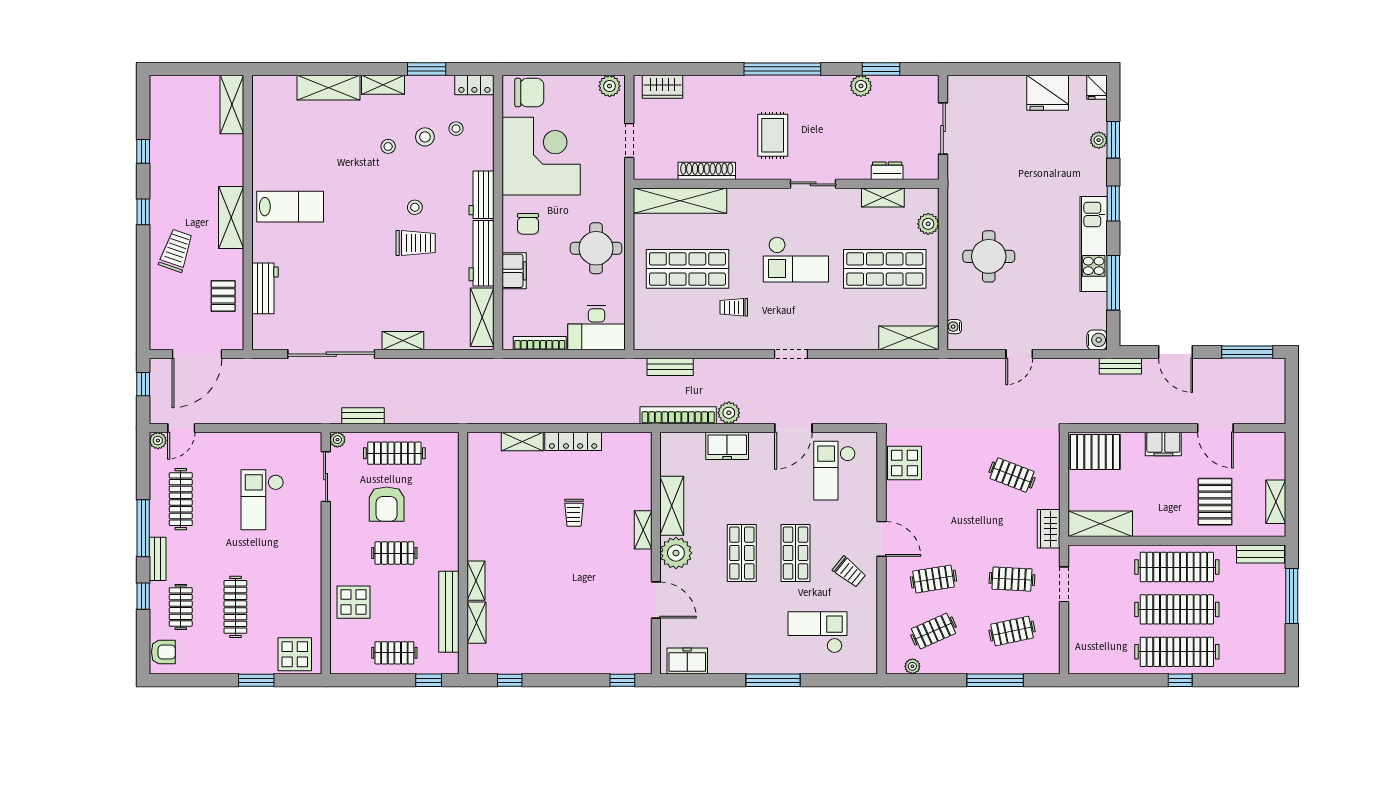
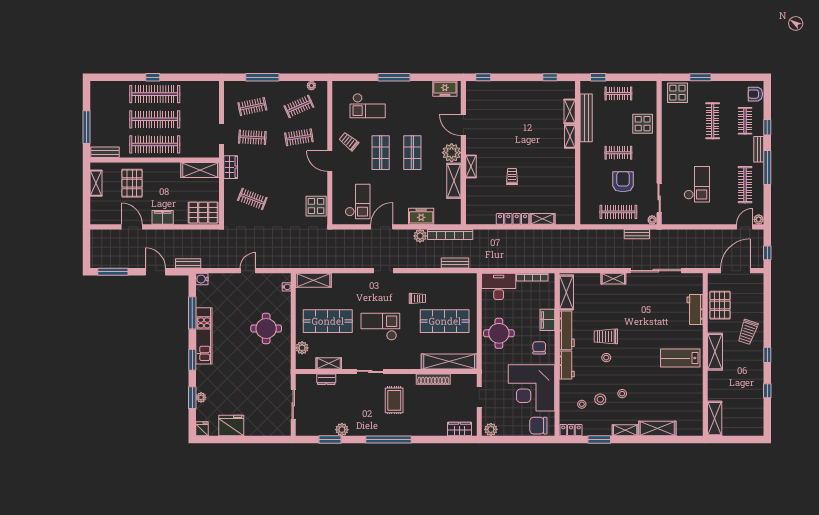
pallet: (223, 296) -> (720, 305), width x1.50, depth x1.42

